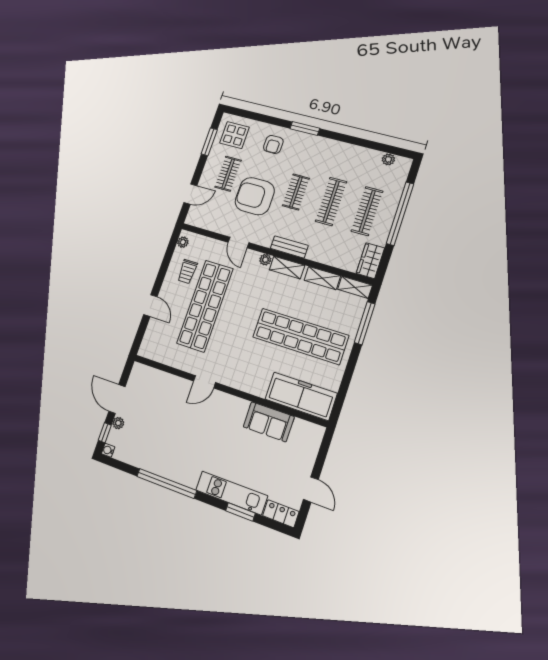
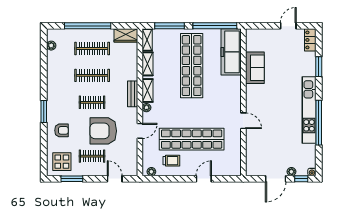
armchair: (255, 196) -> (103, 131), turned 90
window: (344, 386) -> (215, 26), added
kitchen unit: (232, 493) -> (309, 110), moved, width x1.36

